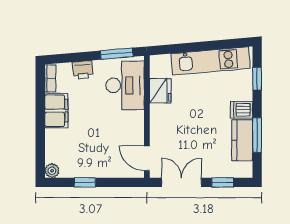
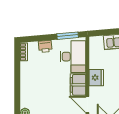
fridge: (160, 91) -> (96, 78), moved
filing cabinet: (56, 111) -> (78, 85), moved, turned 180

